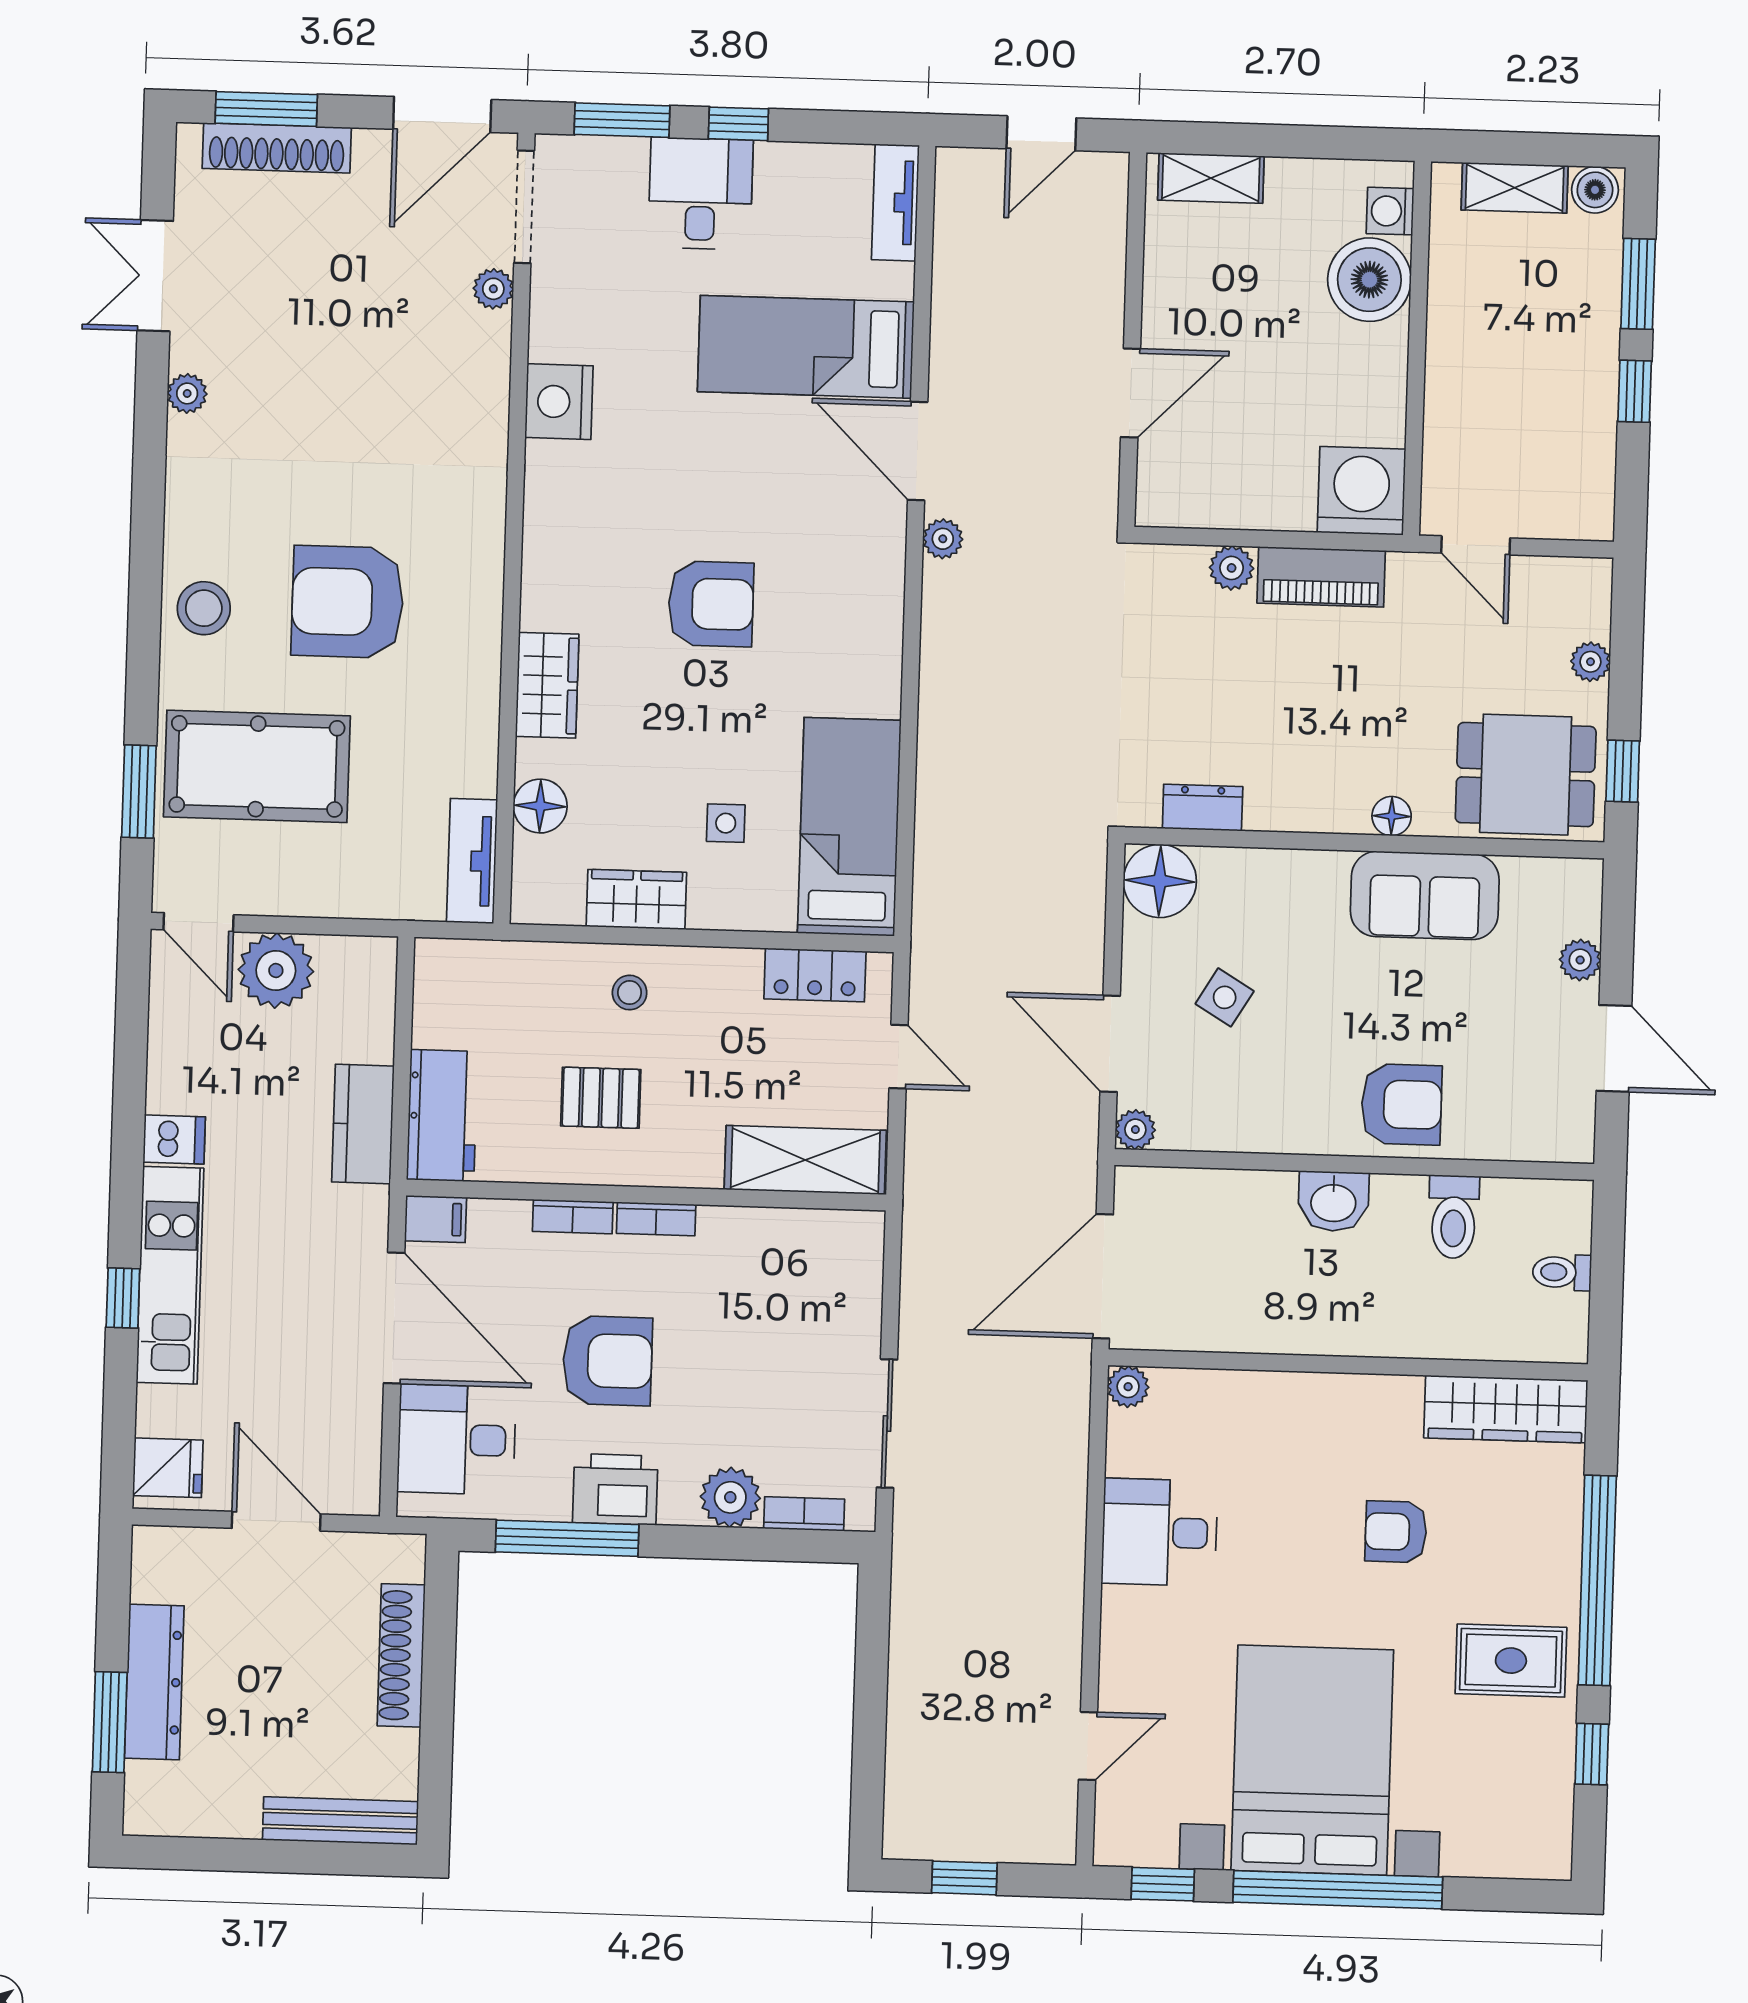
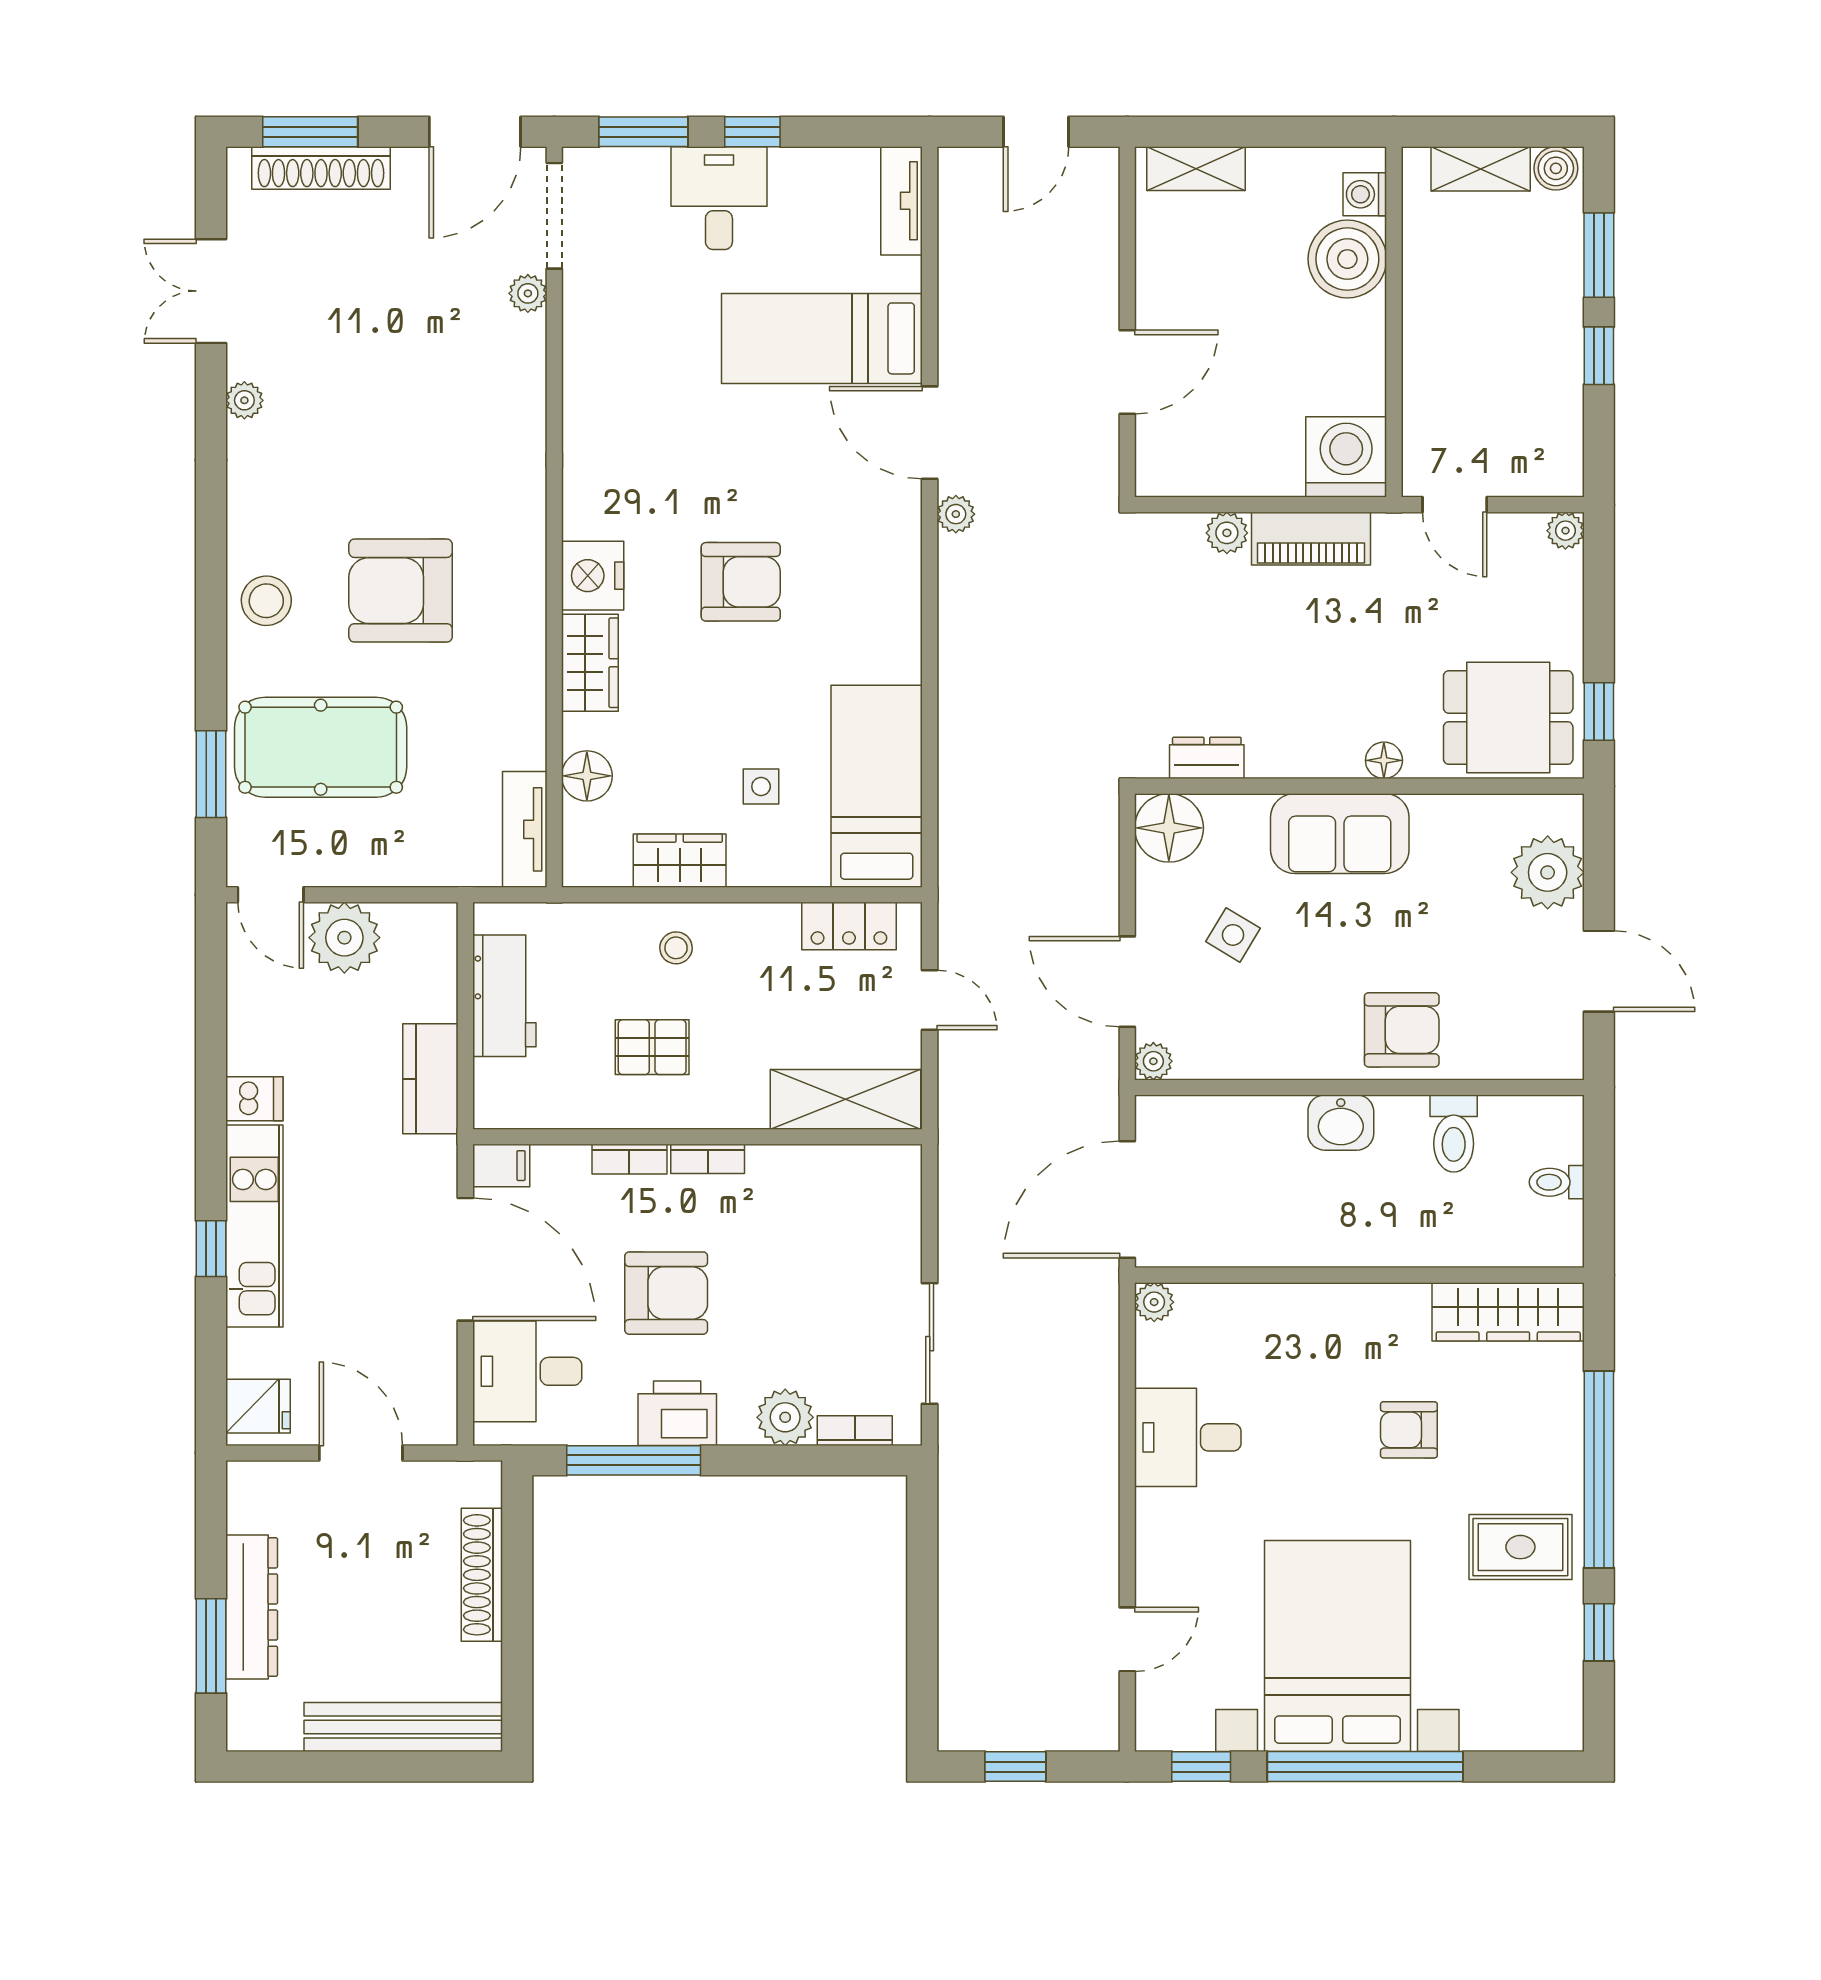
nightstand: (559, 402) -> (593, 576), moved
plant: (1590, 662) -> (1565, 531), moved
sofa: (1425, 895) -> (1340, 834), moved
plant: (1580, 960) -> (1548, 872), width x1.88, depth x1.88
workbench: (442, 1115) -> (504, 996), moved
bench: (340, 1821) -> (403, 1727), width x1.37, depth x1.21

